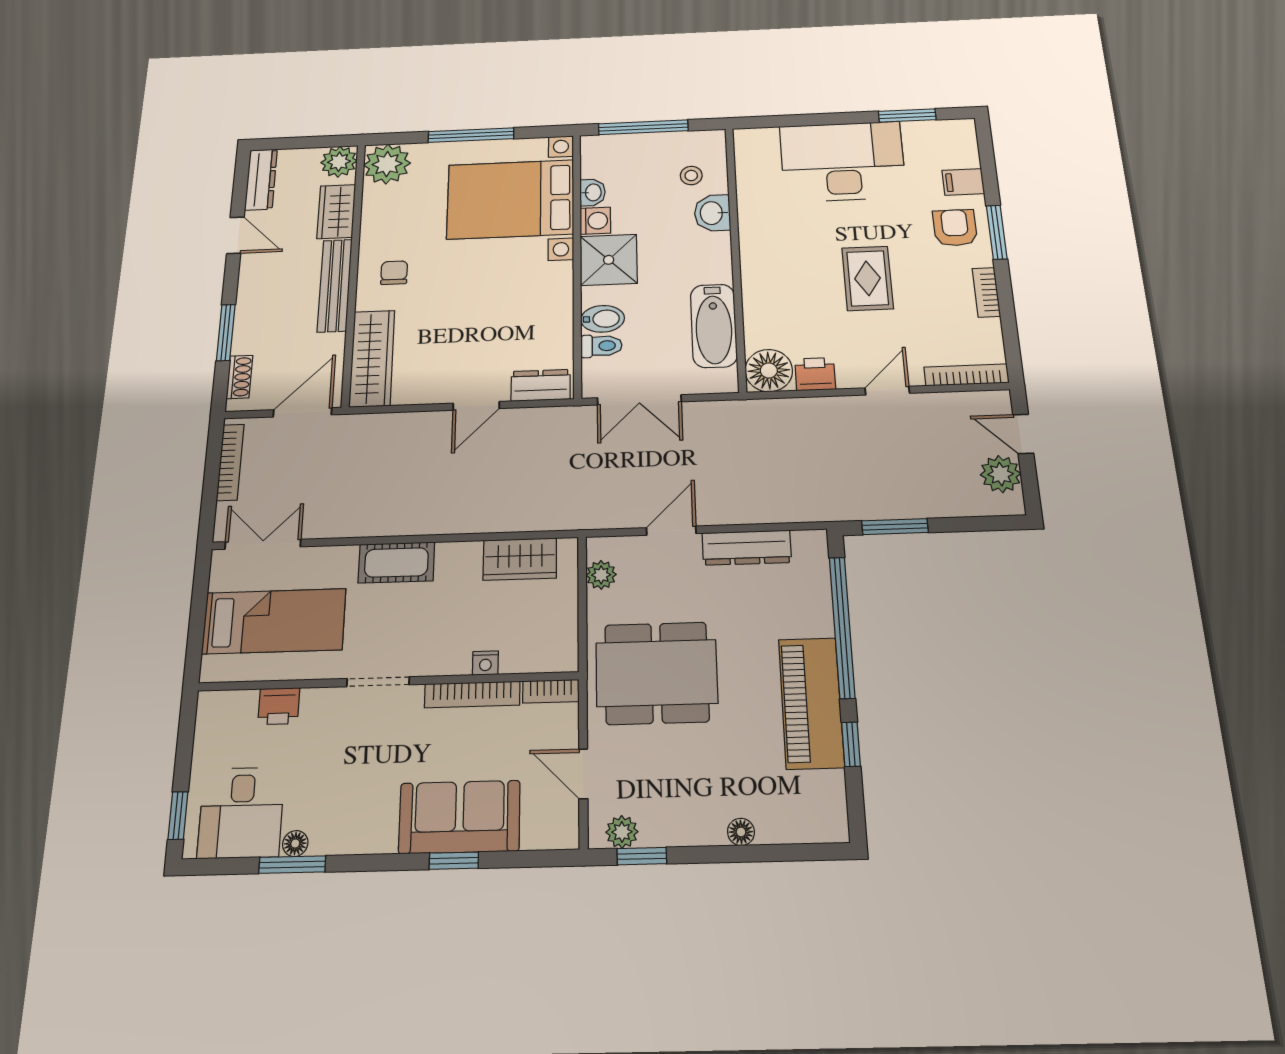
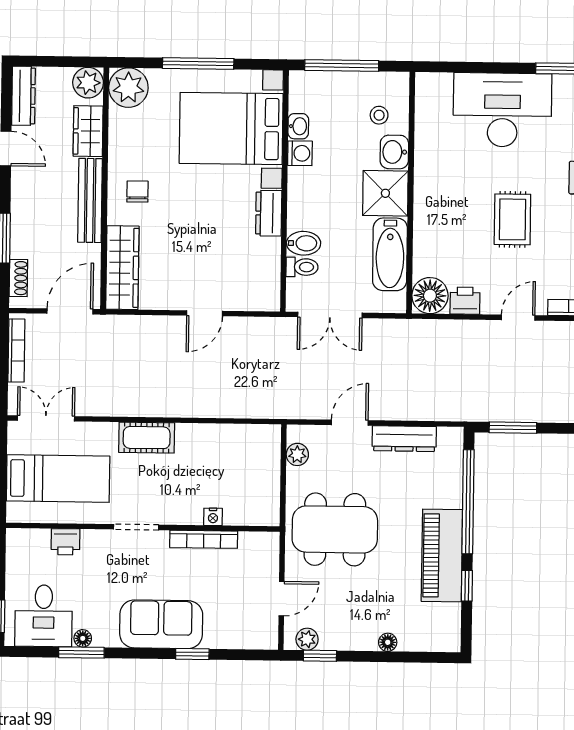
shower: (609, 260) -> (385, 193), moved
dresser: (541, 385) -> (269, 213), moved, turned -90
wardrobe: (520, 559) -> (238, 439), removed
bookcase: (551, 691) -> (260, 539), removed
door: (583, 774) -> (281, 599), swing flipped
sofa: (459, 817) -> (161, 624), moved

